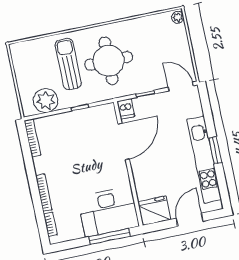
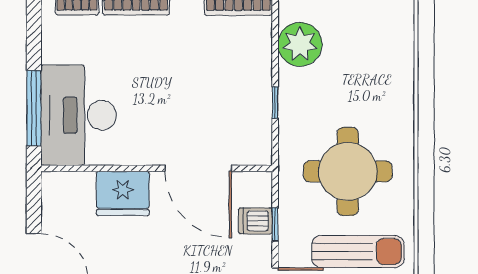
sun lounger: (68, 64) -> (358, 252), moved
dishwasher: (126, 109) -> (255, 221), moved
fridge: (154, 211) -> (123, 193), moved, turned 90

